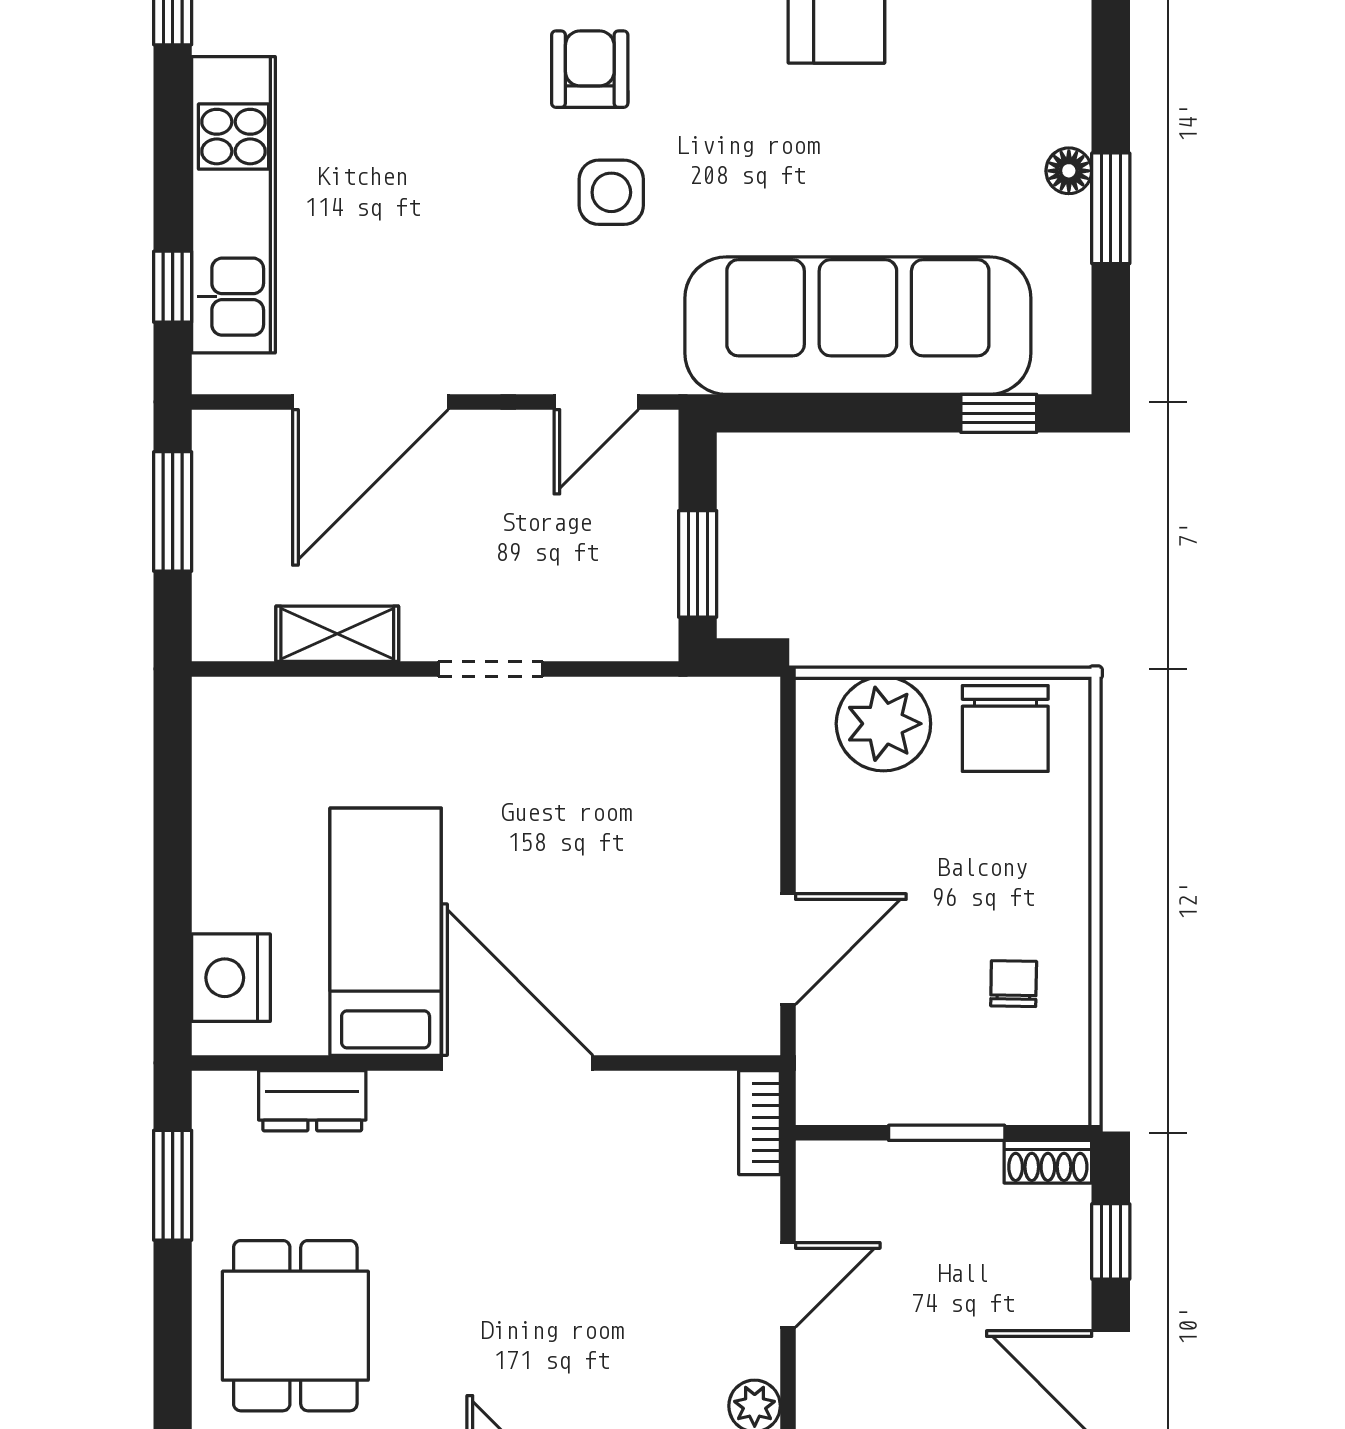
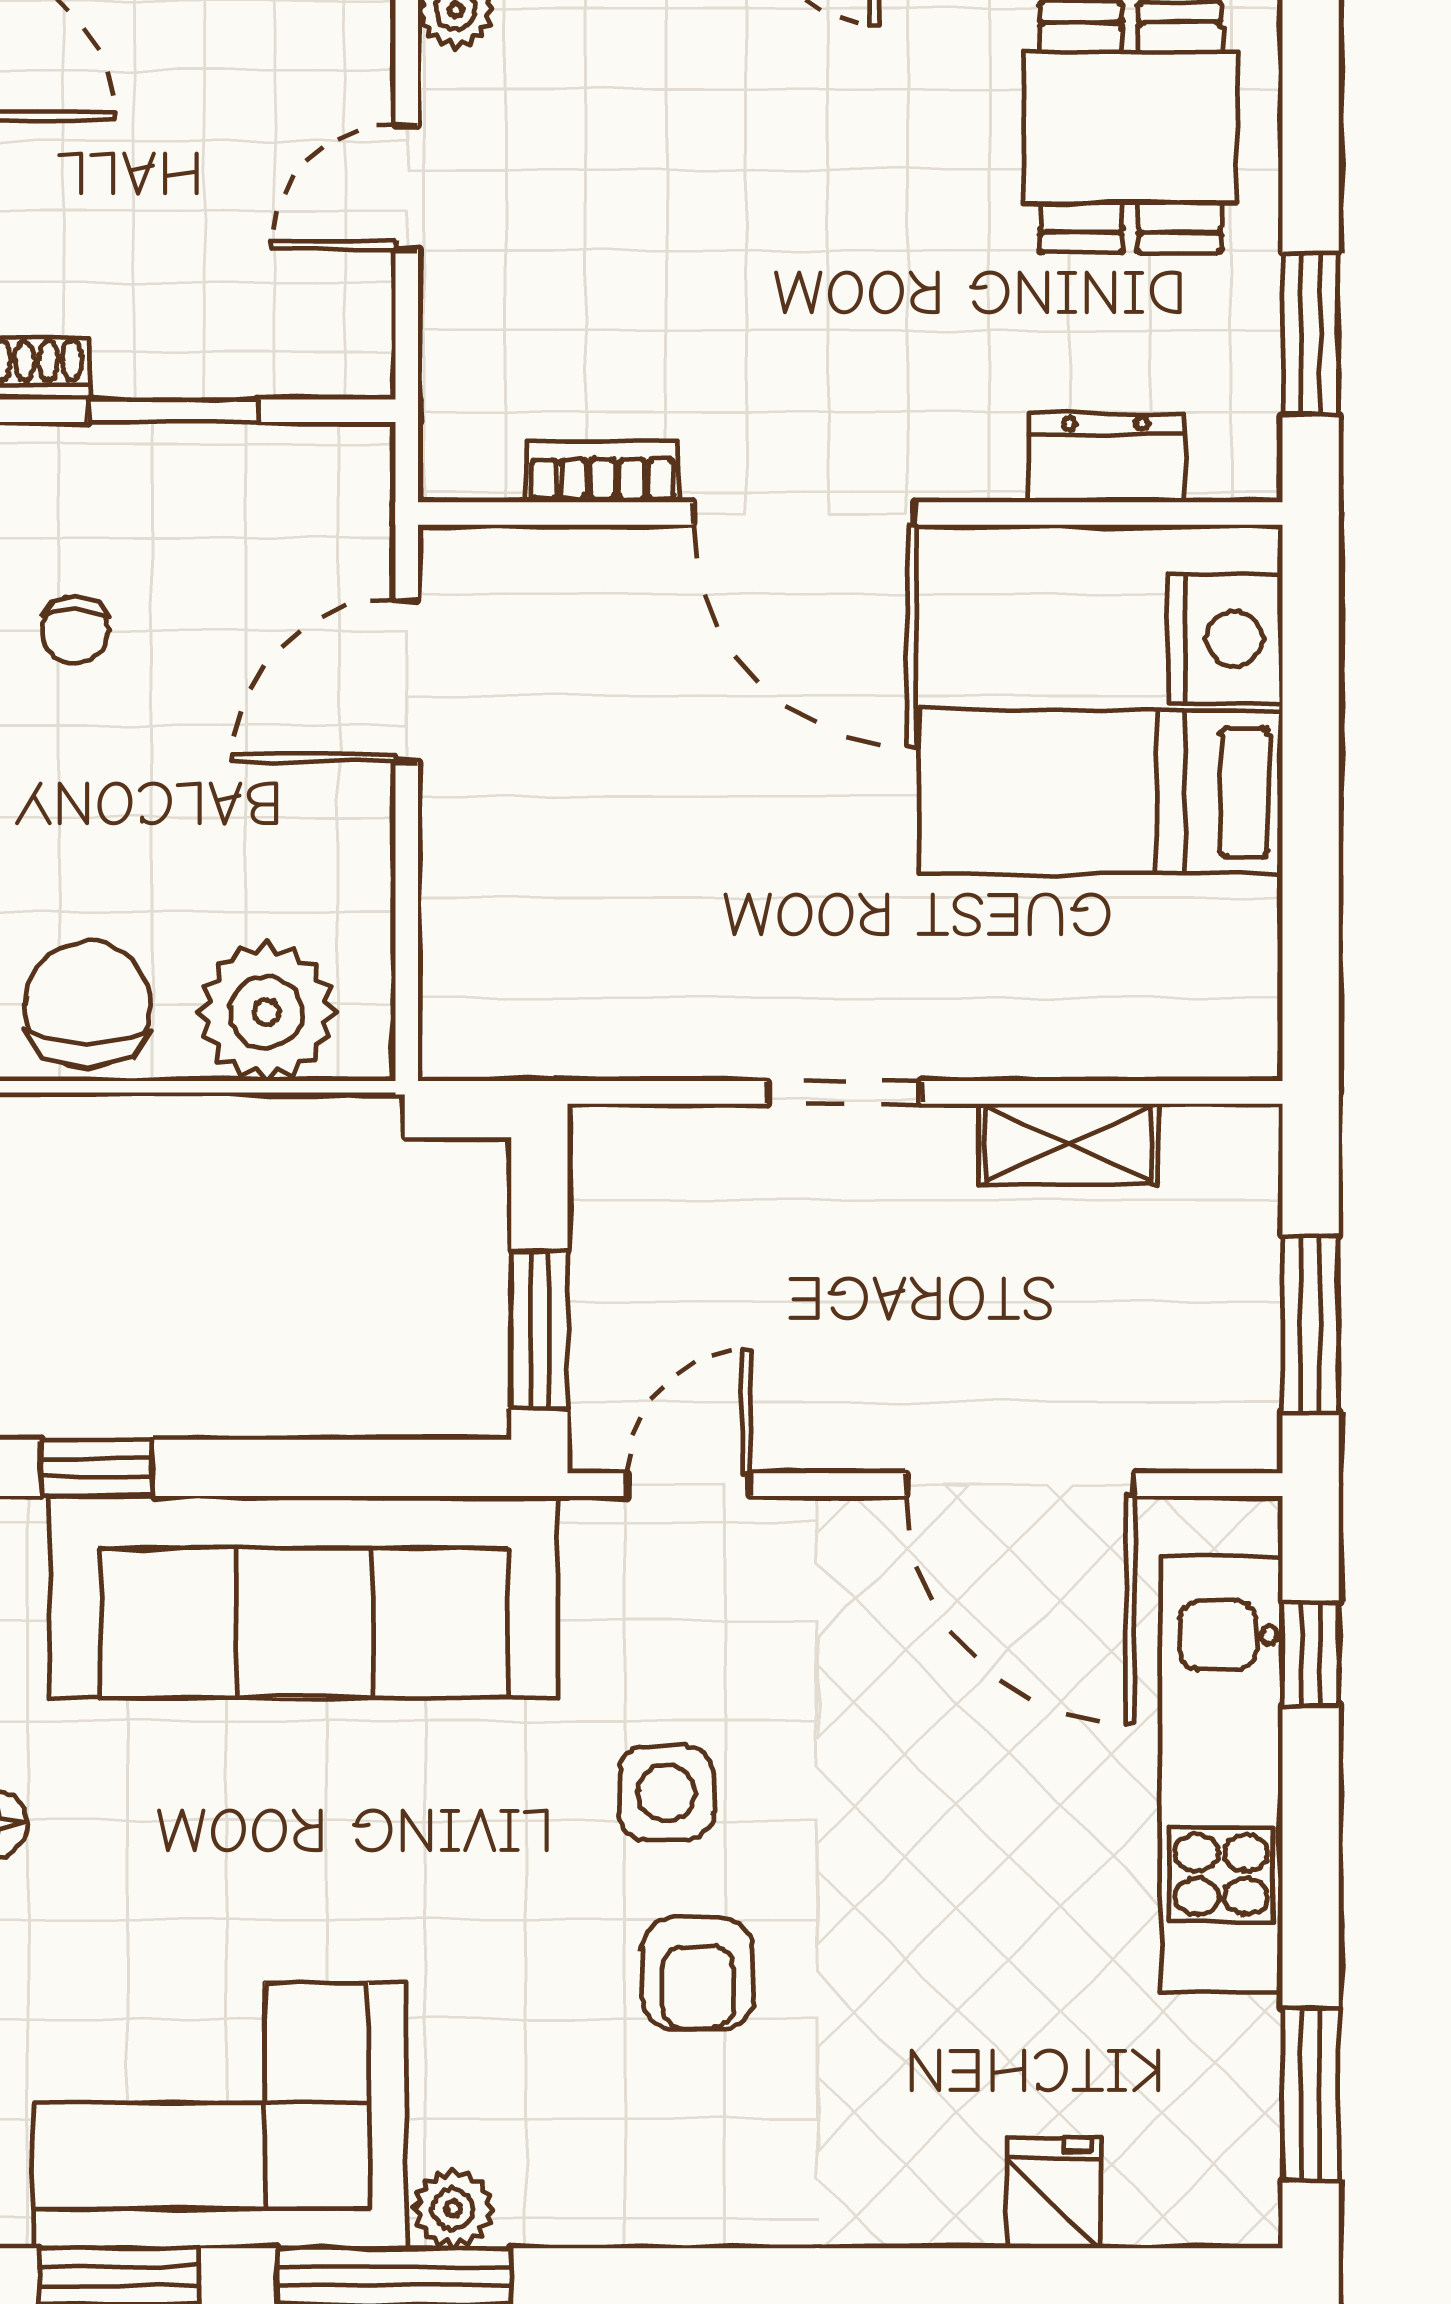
door: (370, 402) -> (1020, 1485), swing flipped
window: (698, 564) -> (539, 1330), moved
bed: (386, 932) -> (1101, 792), moved, turned 90
bookcase: (759, 1123) -> (603, 472), moved, turned -90

